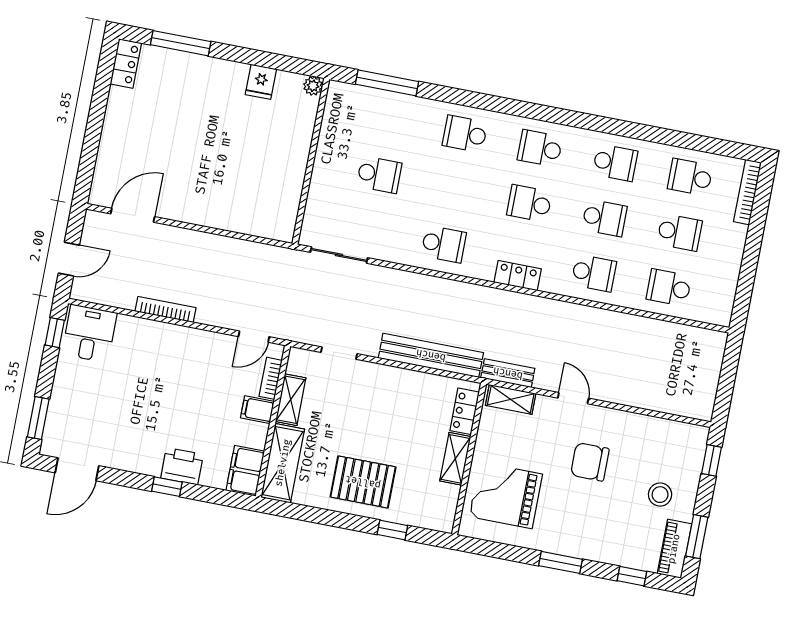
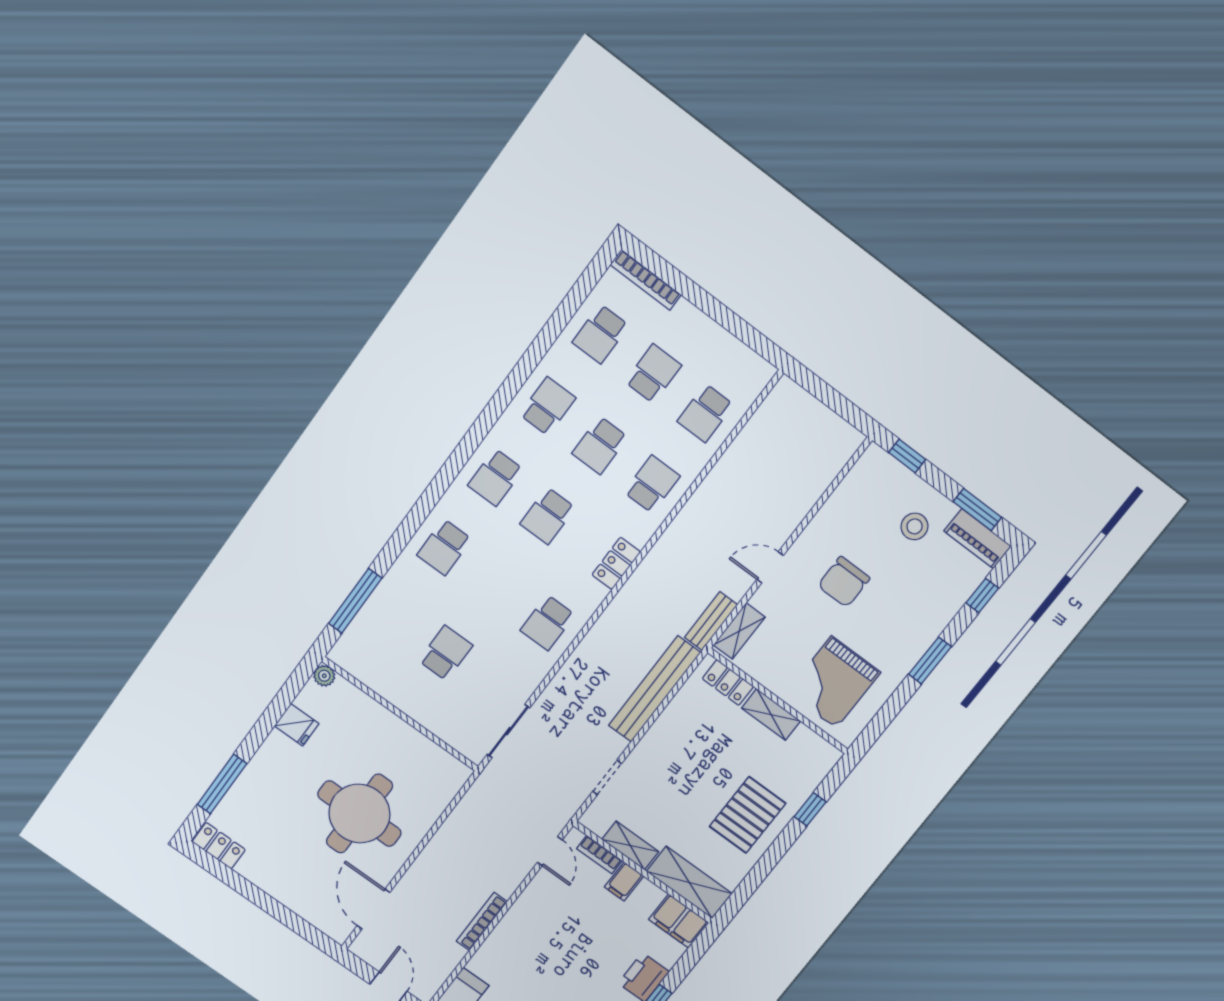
round table: (210, 166) -> (359, 814), added
school desk: (604, 218) -> (600, 445), turned 180
school desk: (444, 244) -> (548, 623), turned 180

